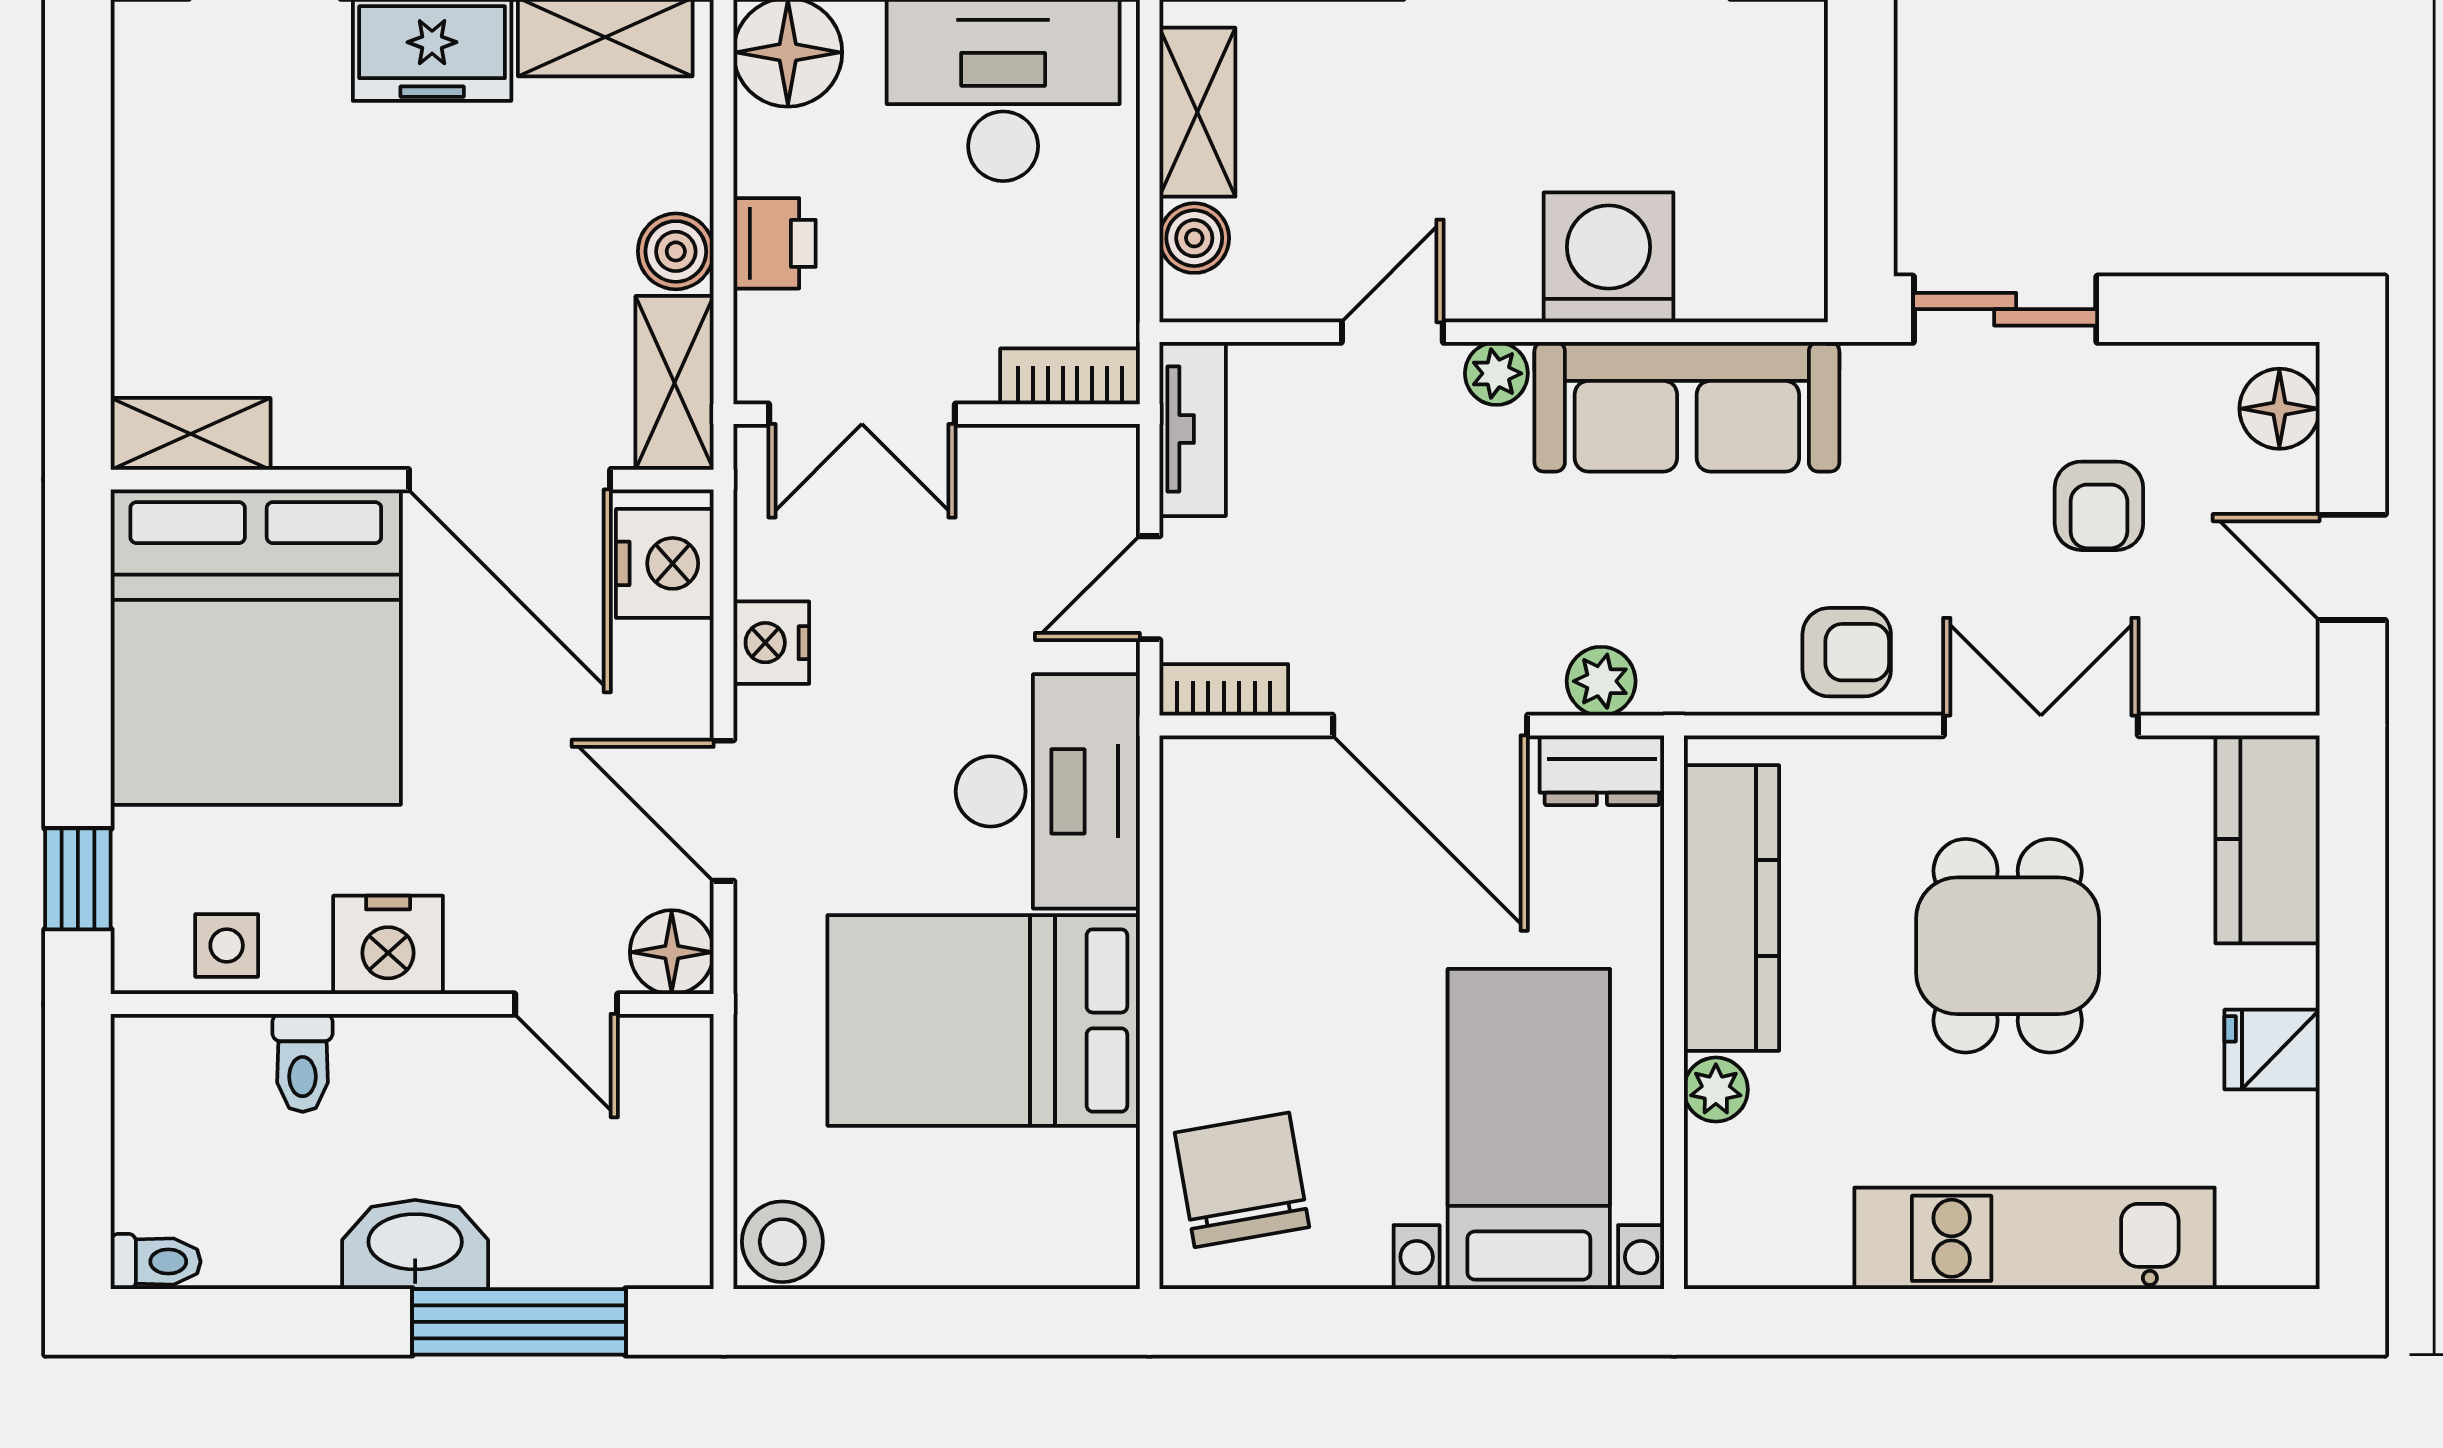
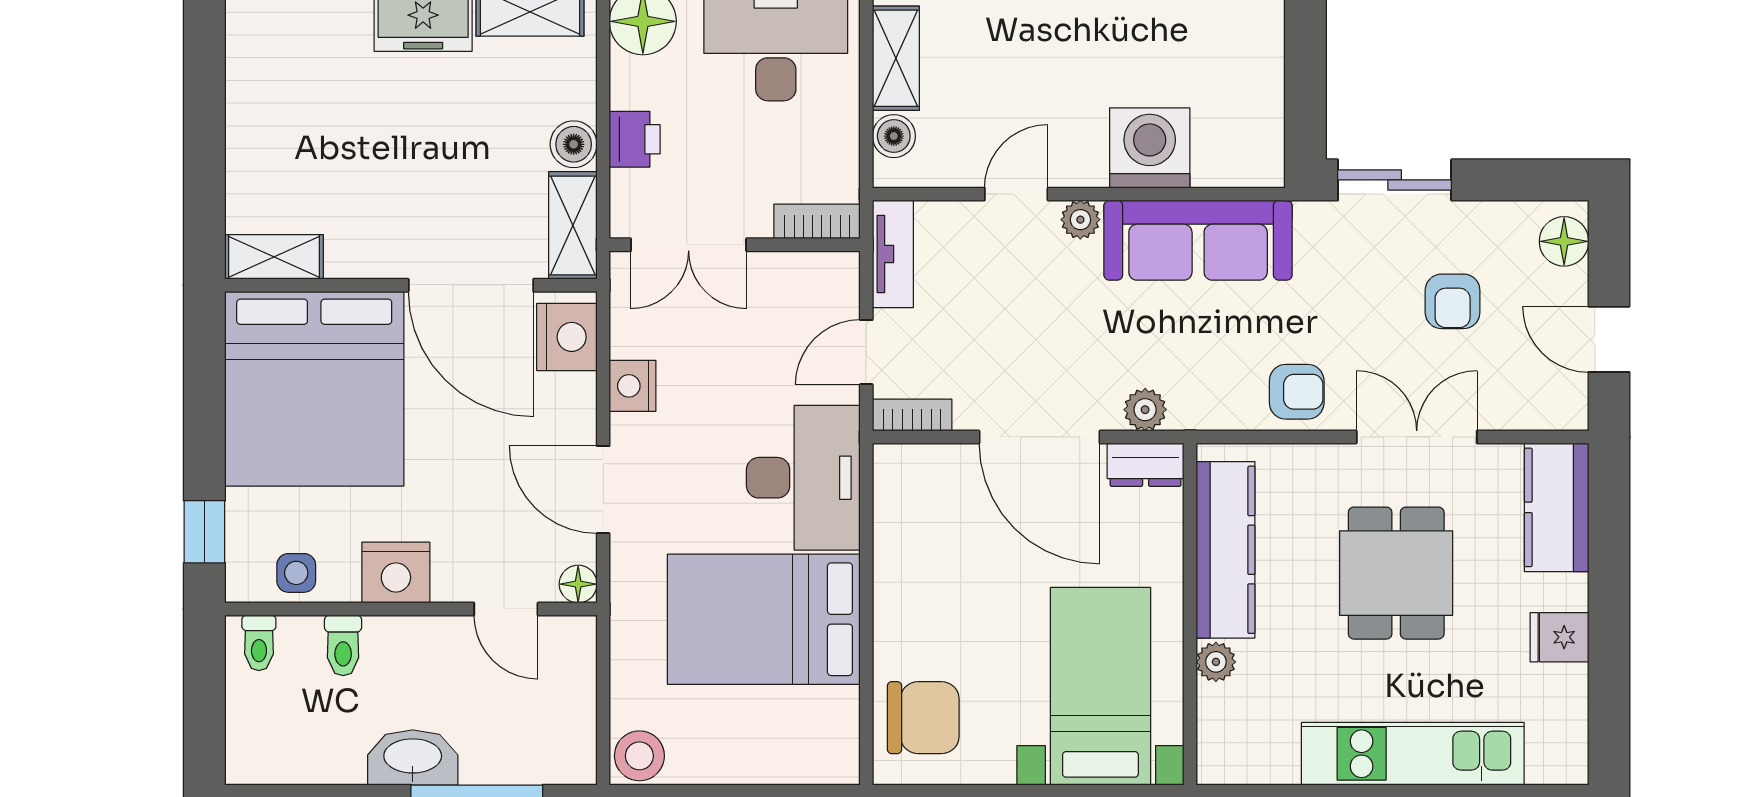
floor lamp: (672, 952) -> (578, 584), width x0.73, depth x0.73
chair: (1242, 1180) -> (923, 718), turned 100
toilet: (156, 1262) -> (259, 643), moved, turned 90

